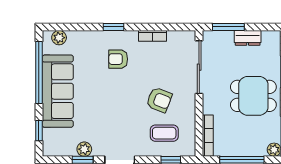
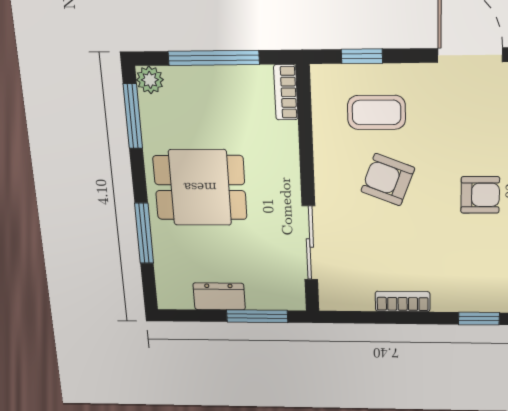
armchair: (118, 59) -> (480, 195), moved
sliding door: (199, 67) -> (310, 243), width x0.73
bookcase: (208, 136) -> (286, 92), width x0.64

